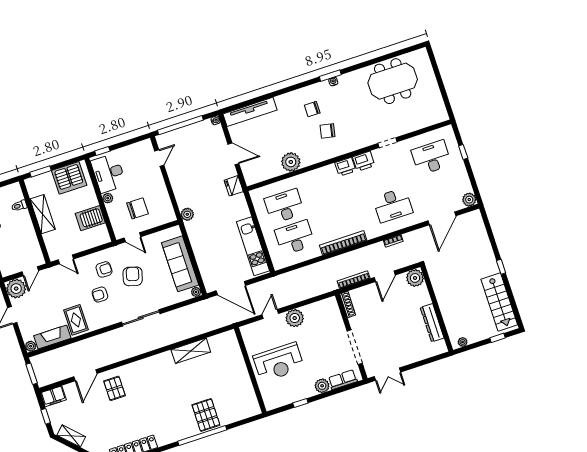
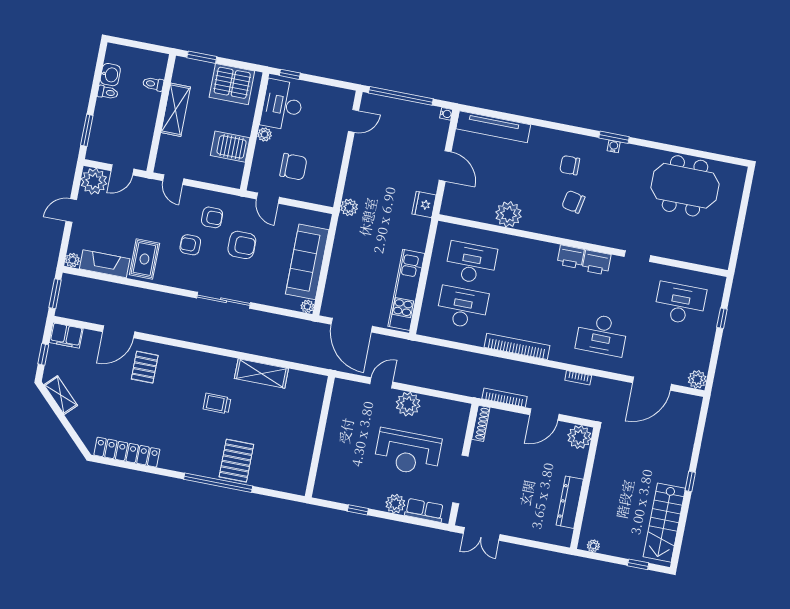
armchair: (133, 276) -> (242, 245), turned 74
reception desk: (279, 362) -> (408, 452), moved
trolley: (173, 386) -> (217, 403), added

